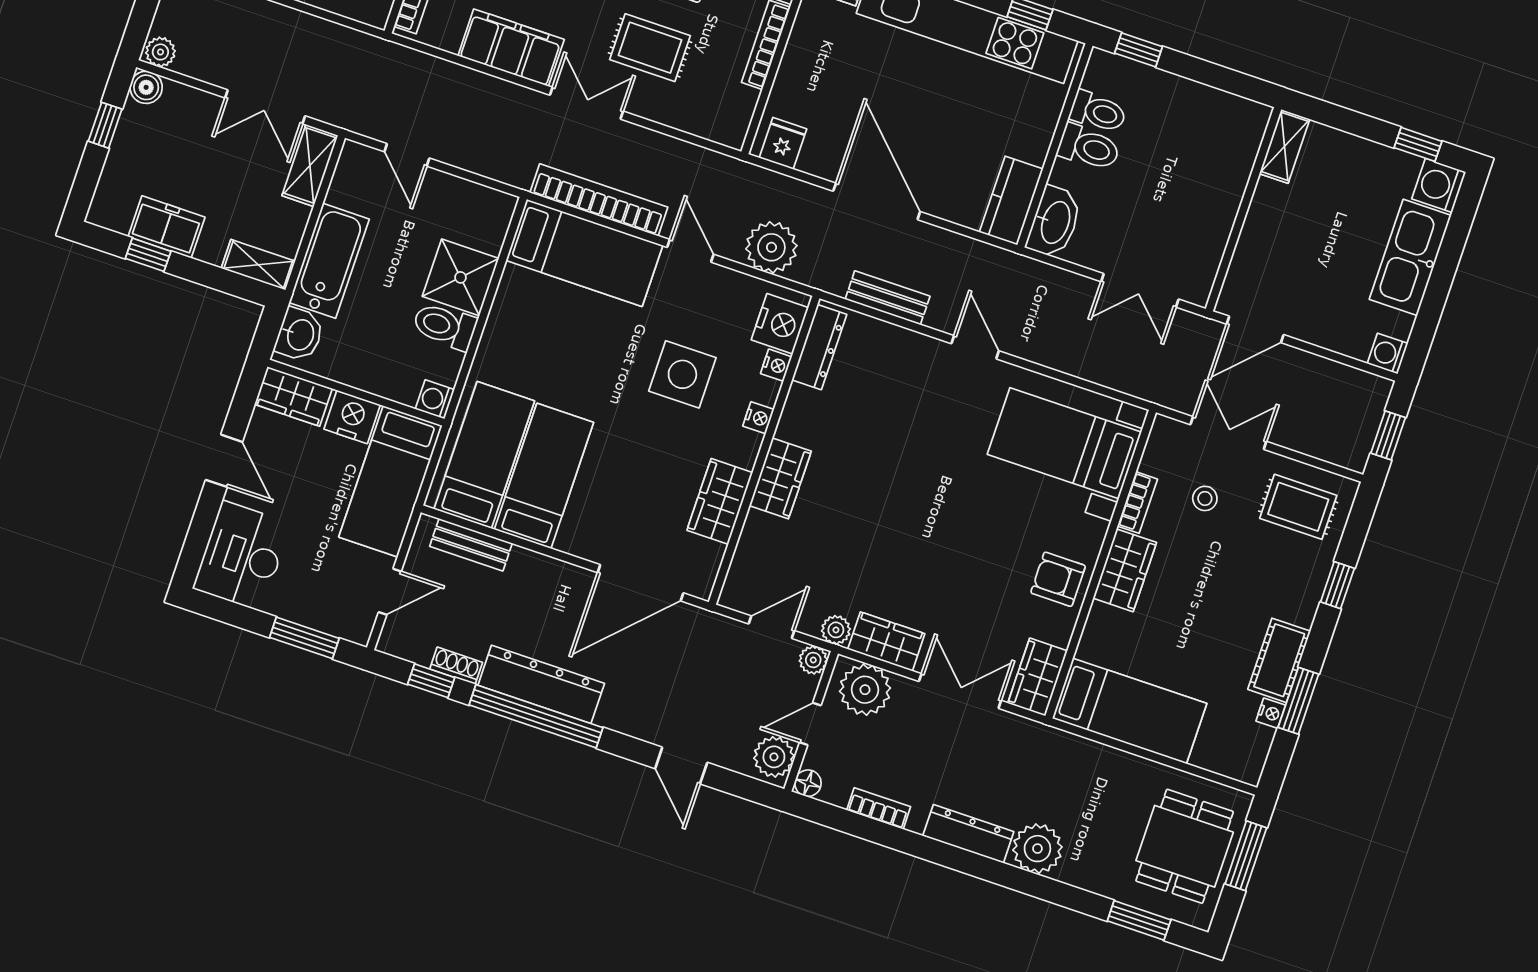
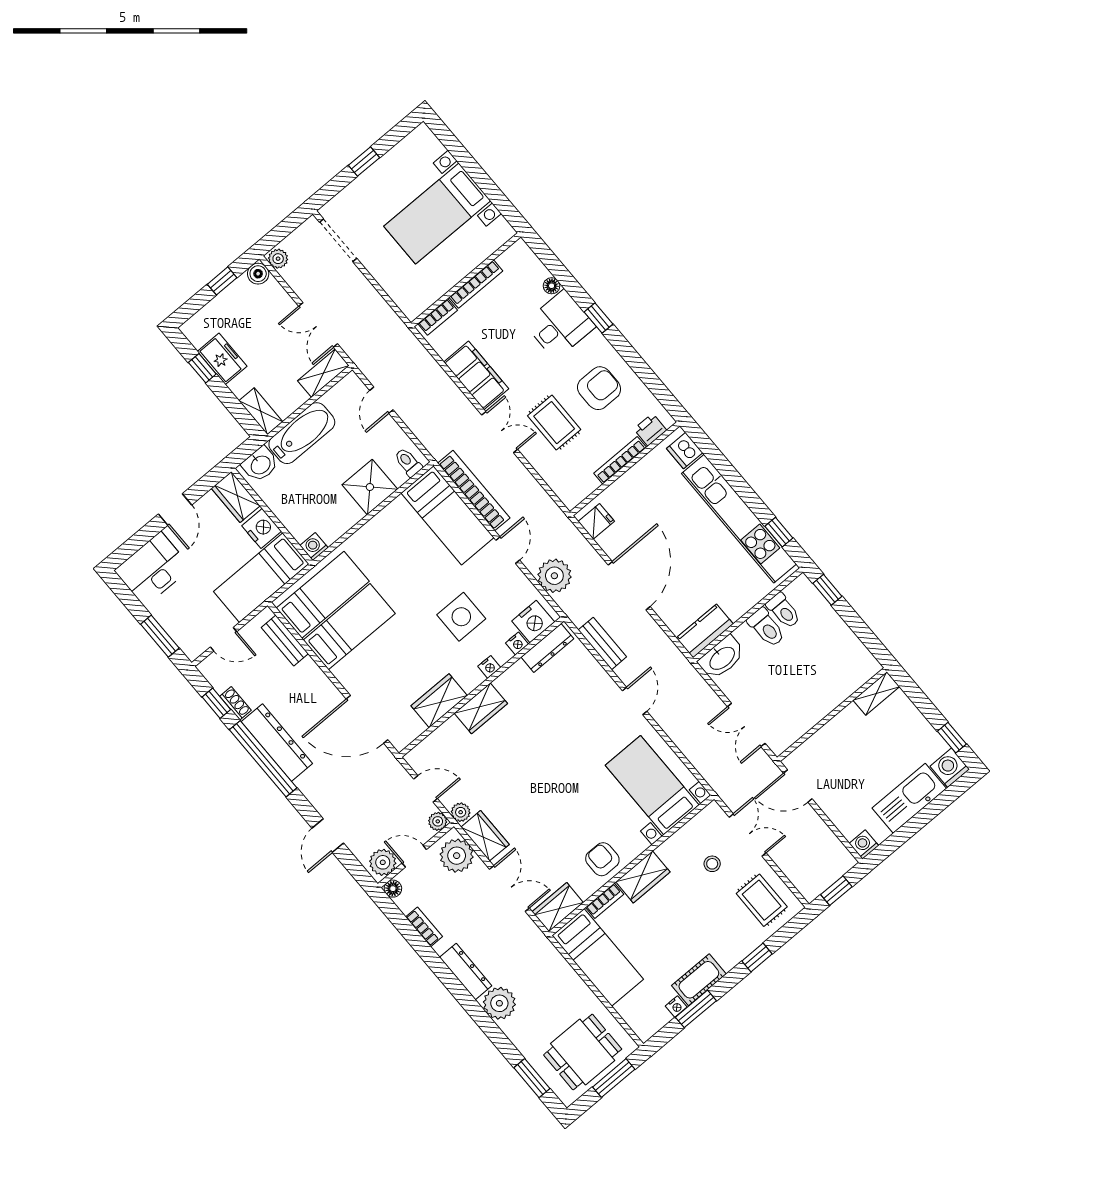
toilet: (445, 326) -> (408, 462), moved, width x0.73, depth x0.72
bookcase: (1137, 503) -> (605, 901), moved

